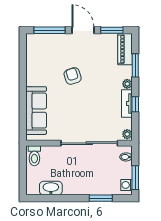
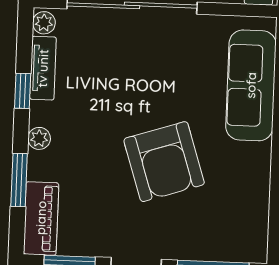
armchair: (73, 76) -> (164, 162), width x1.88, depth x1.88
tv unit: (127, 104) -> (43, 68), moved

